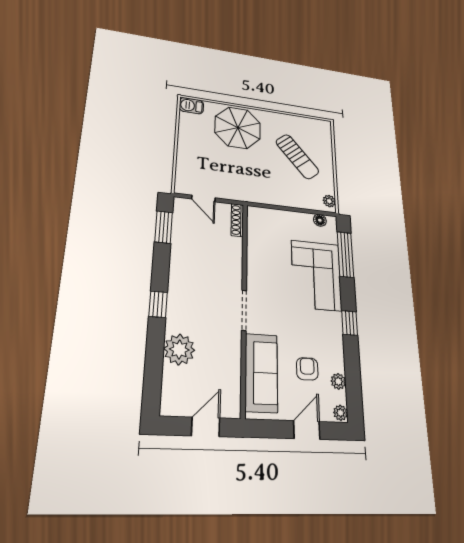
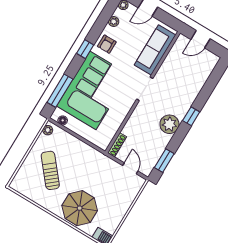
corner sofa: (316, 275) -> (93, 90), width x1.36, depth x1.36
plant: (179, 349) -> (169, 124), moved
armchair: (307, 369) -> (107, 44), moved

